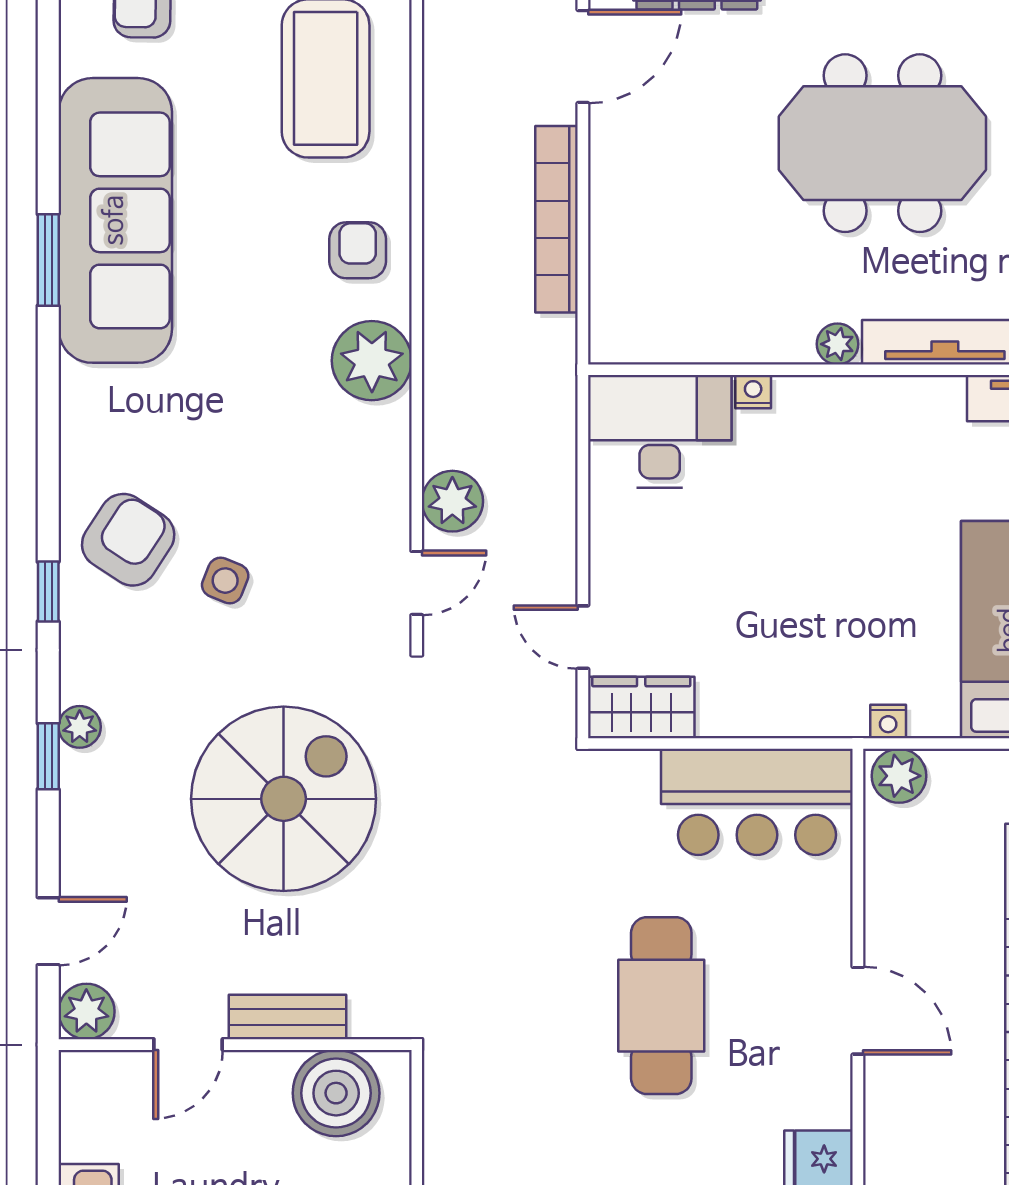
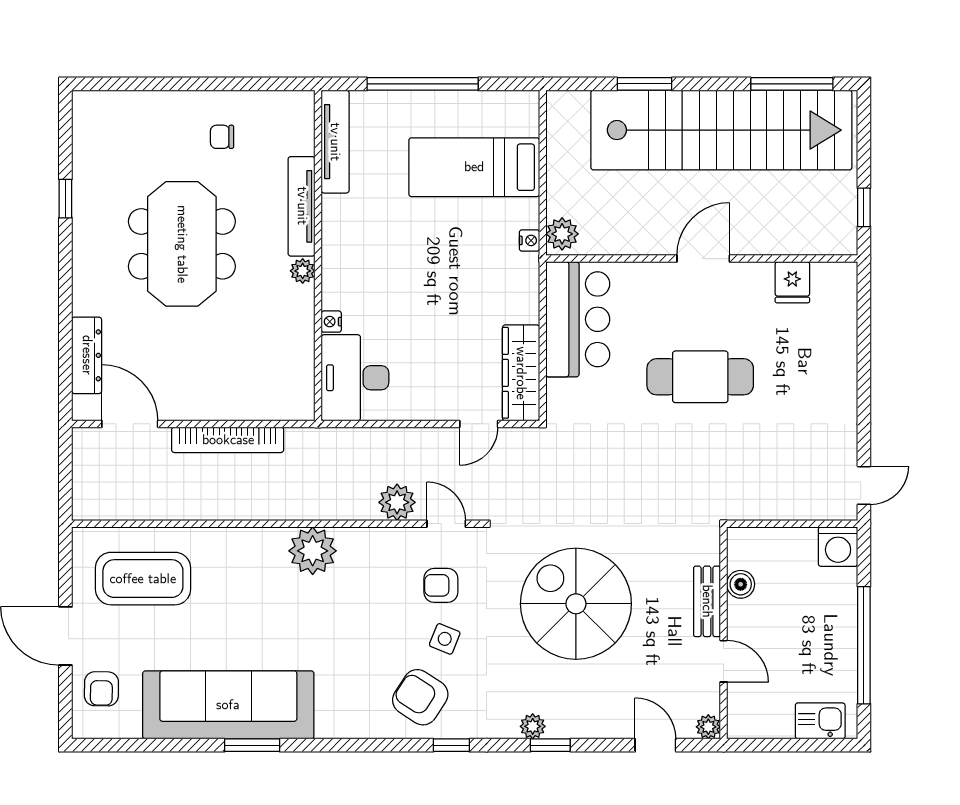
armchair: (358, 250) -> (441, 585), moved
wardrobe: (641, 707) -> (521, 373), width x1.50
plant: (86, 1011) -> (708, 727), width x0.73, depth x0.73
boiler: (336, 1093) -> (741, 584), width x0.54, depth x0.54

